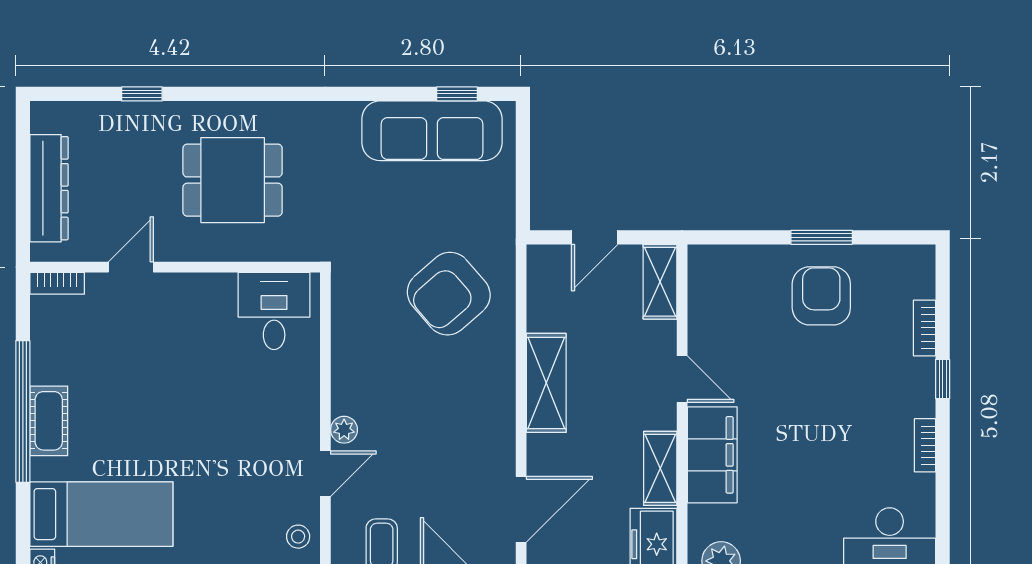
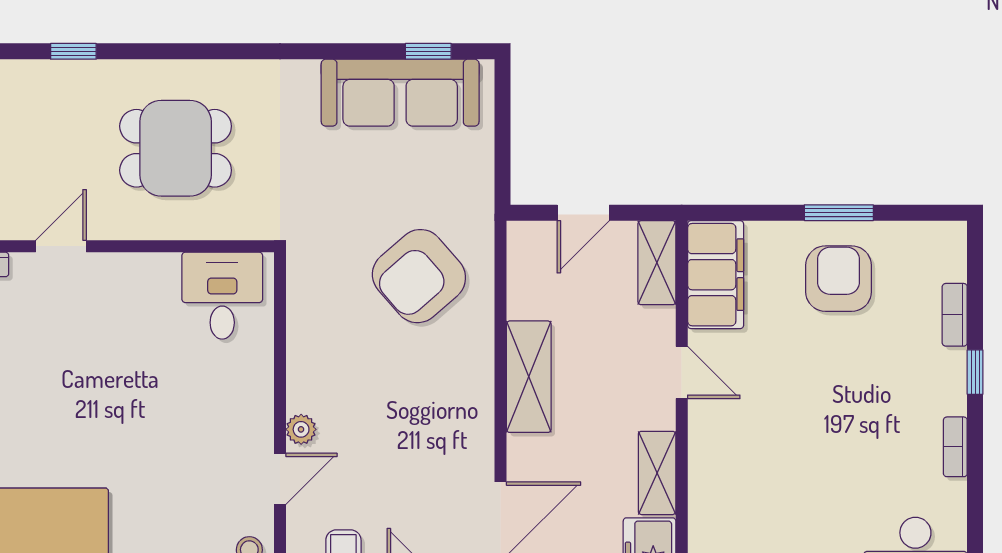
filing cabinet: (712, 455) -> (716, 275), moved

